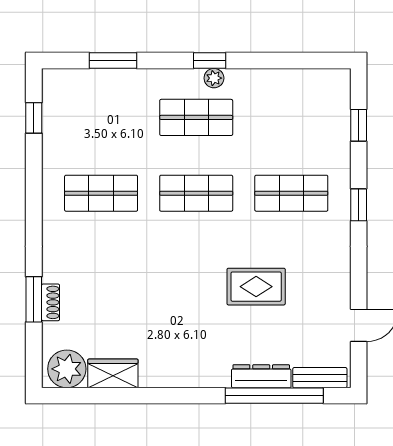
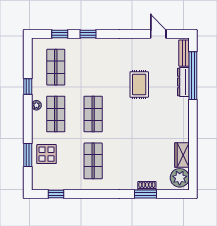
window: (210, 60) -> (28, 87), moved
display table: (115, 99) -> (47, 154), added
shop shelf: (291, 193) -> (56, 67), moved
window: (359, 205) -> (88, 34), moved

